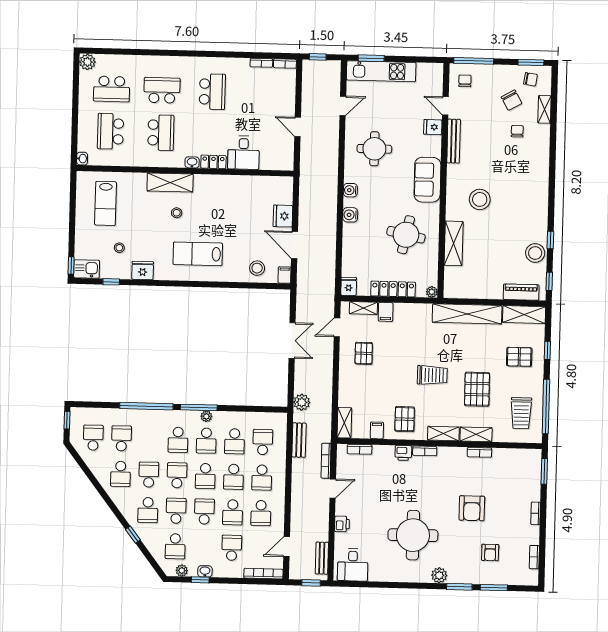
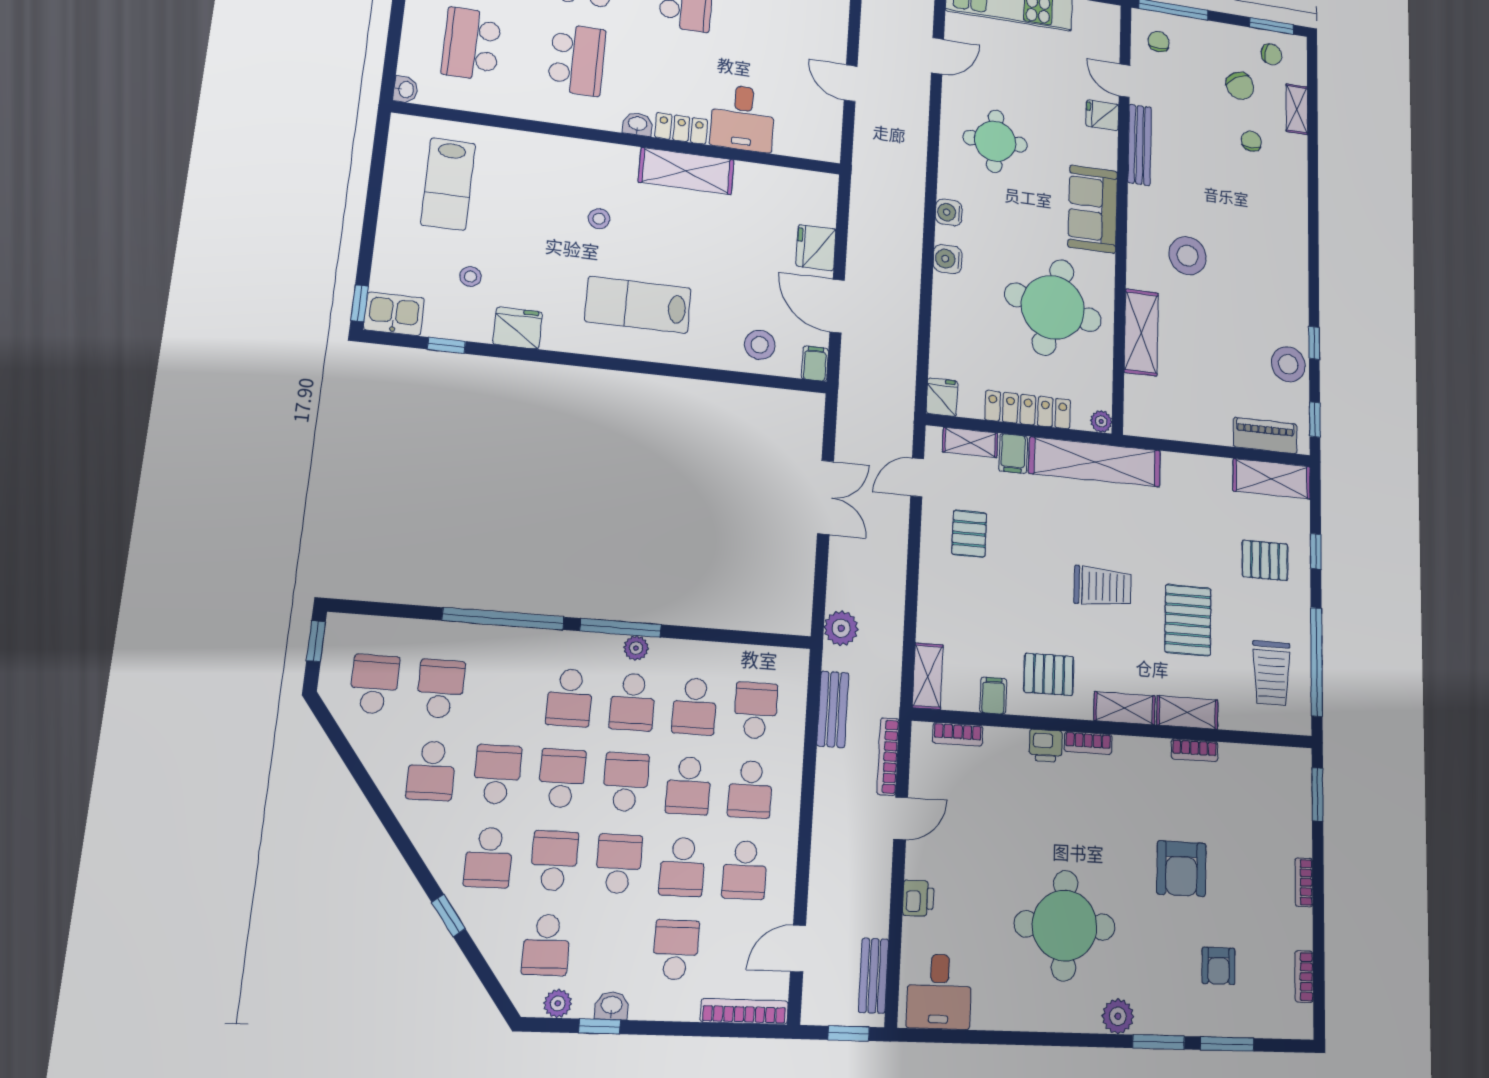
shelving: (170, 182) -> (686, 171), moved
round table: (406, 235) -> (1053, 307), width x1.36, depth x1.36
shelving: (467, 314) -> (1095, 462), moved
pallet: (405, 419) -> (1049, 674), turned 90
school desk: (205, 476) -> (626, 782), turned 180

